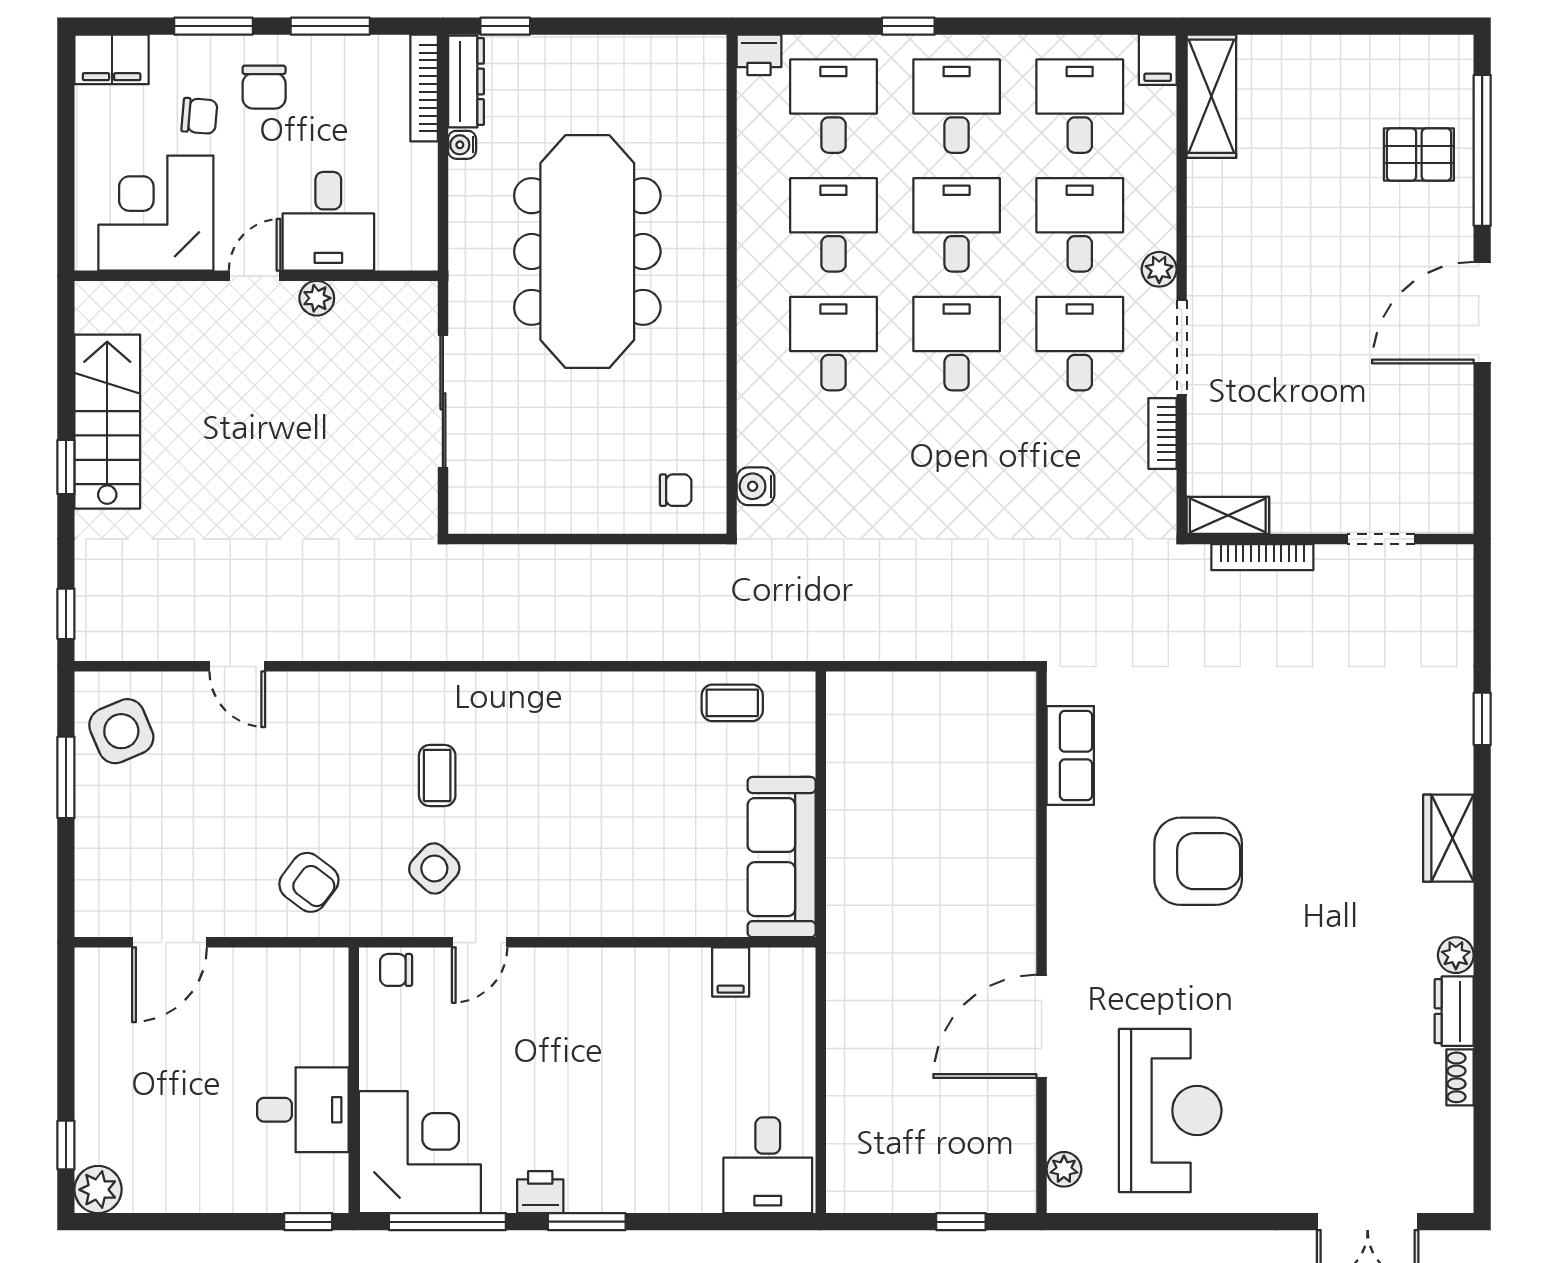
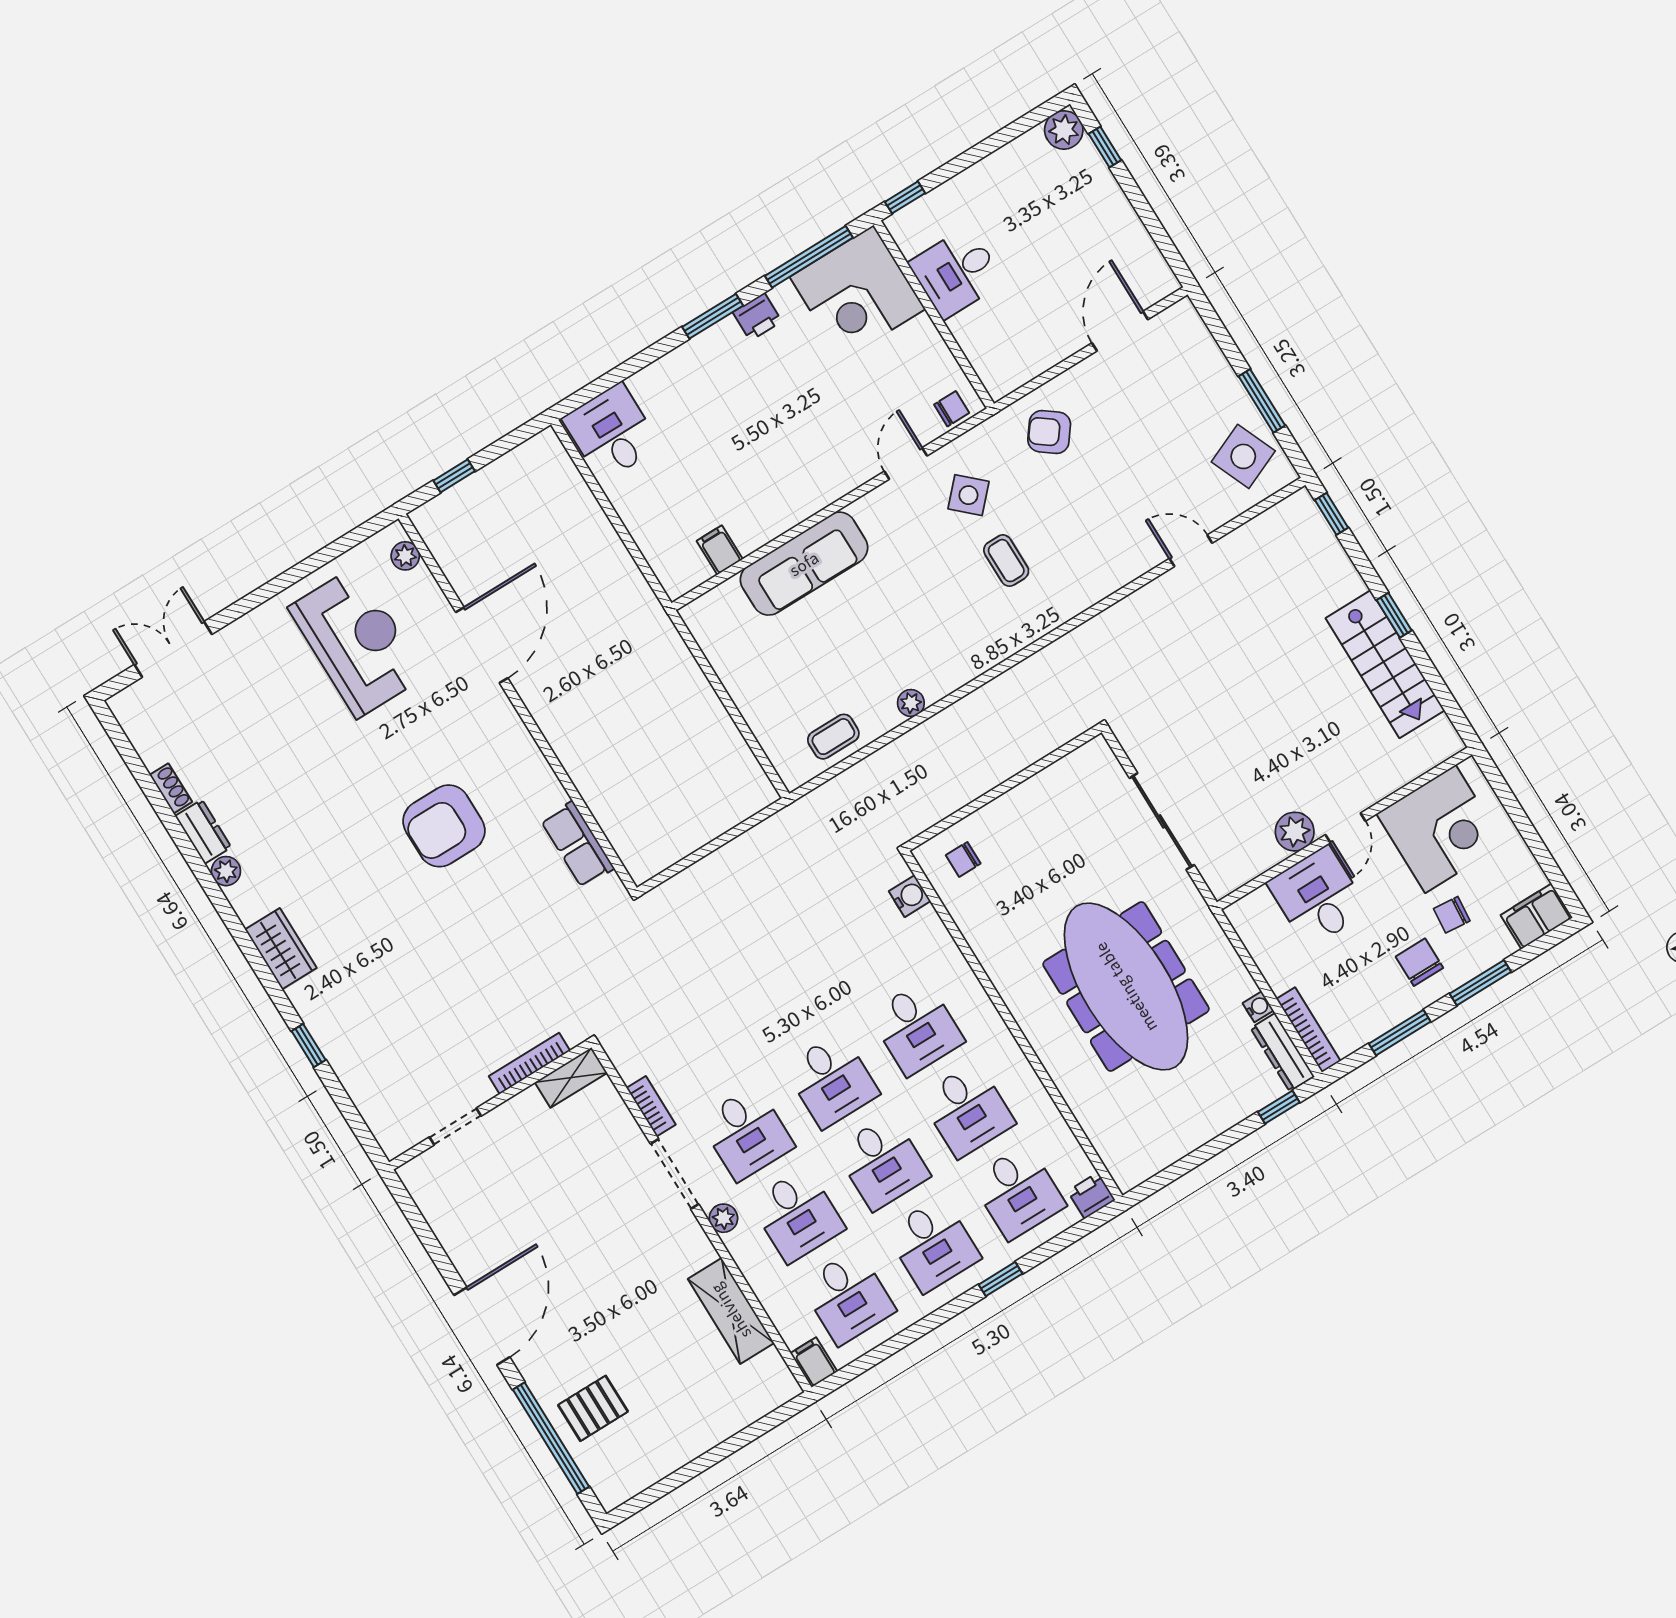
shelving: (1211, 96) -> (731, 1311), moved
plant: (317, 298) -> (1295, 832), width x1.38, depth x1.38
plant: (629, 688) -> (911, 703), added
sofa: (782, 857) -> (804, 564), moved, turned 90
reception desk: (1170, 1110) -> (357, 642), turned 180

